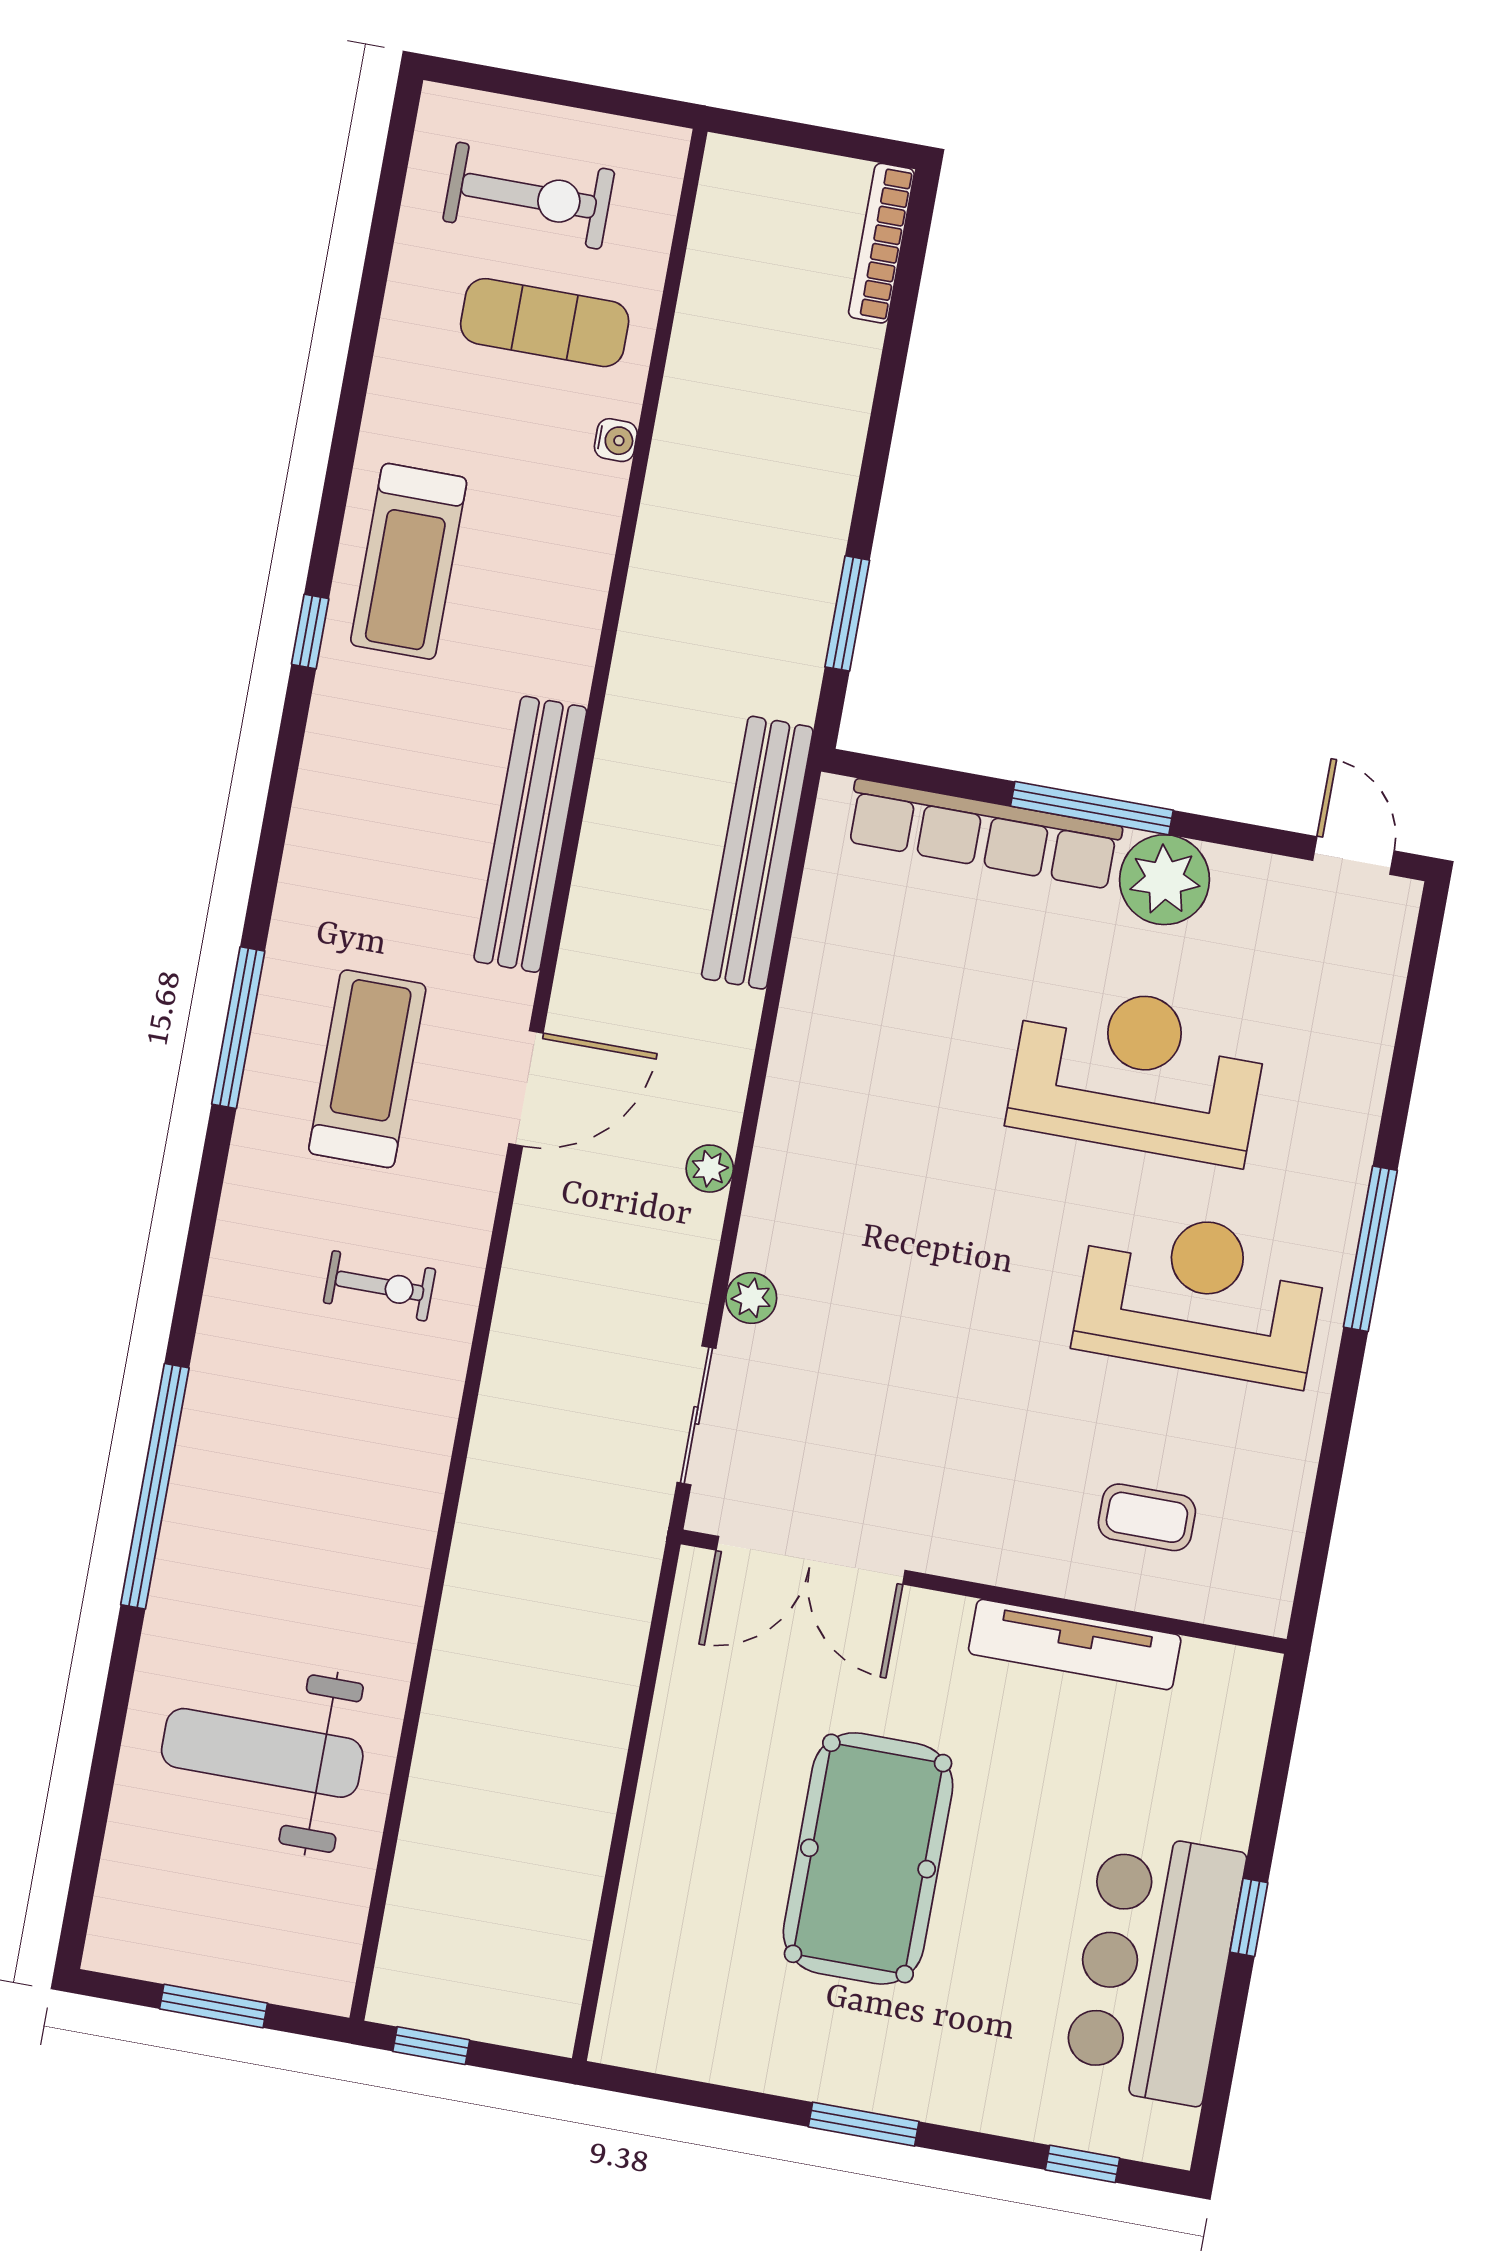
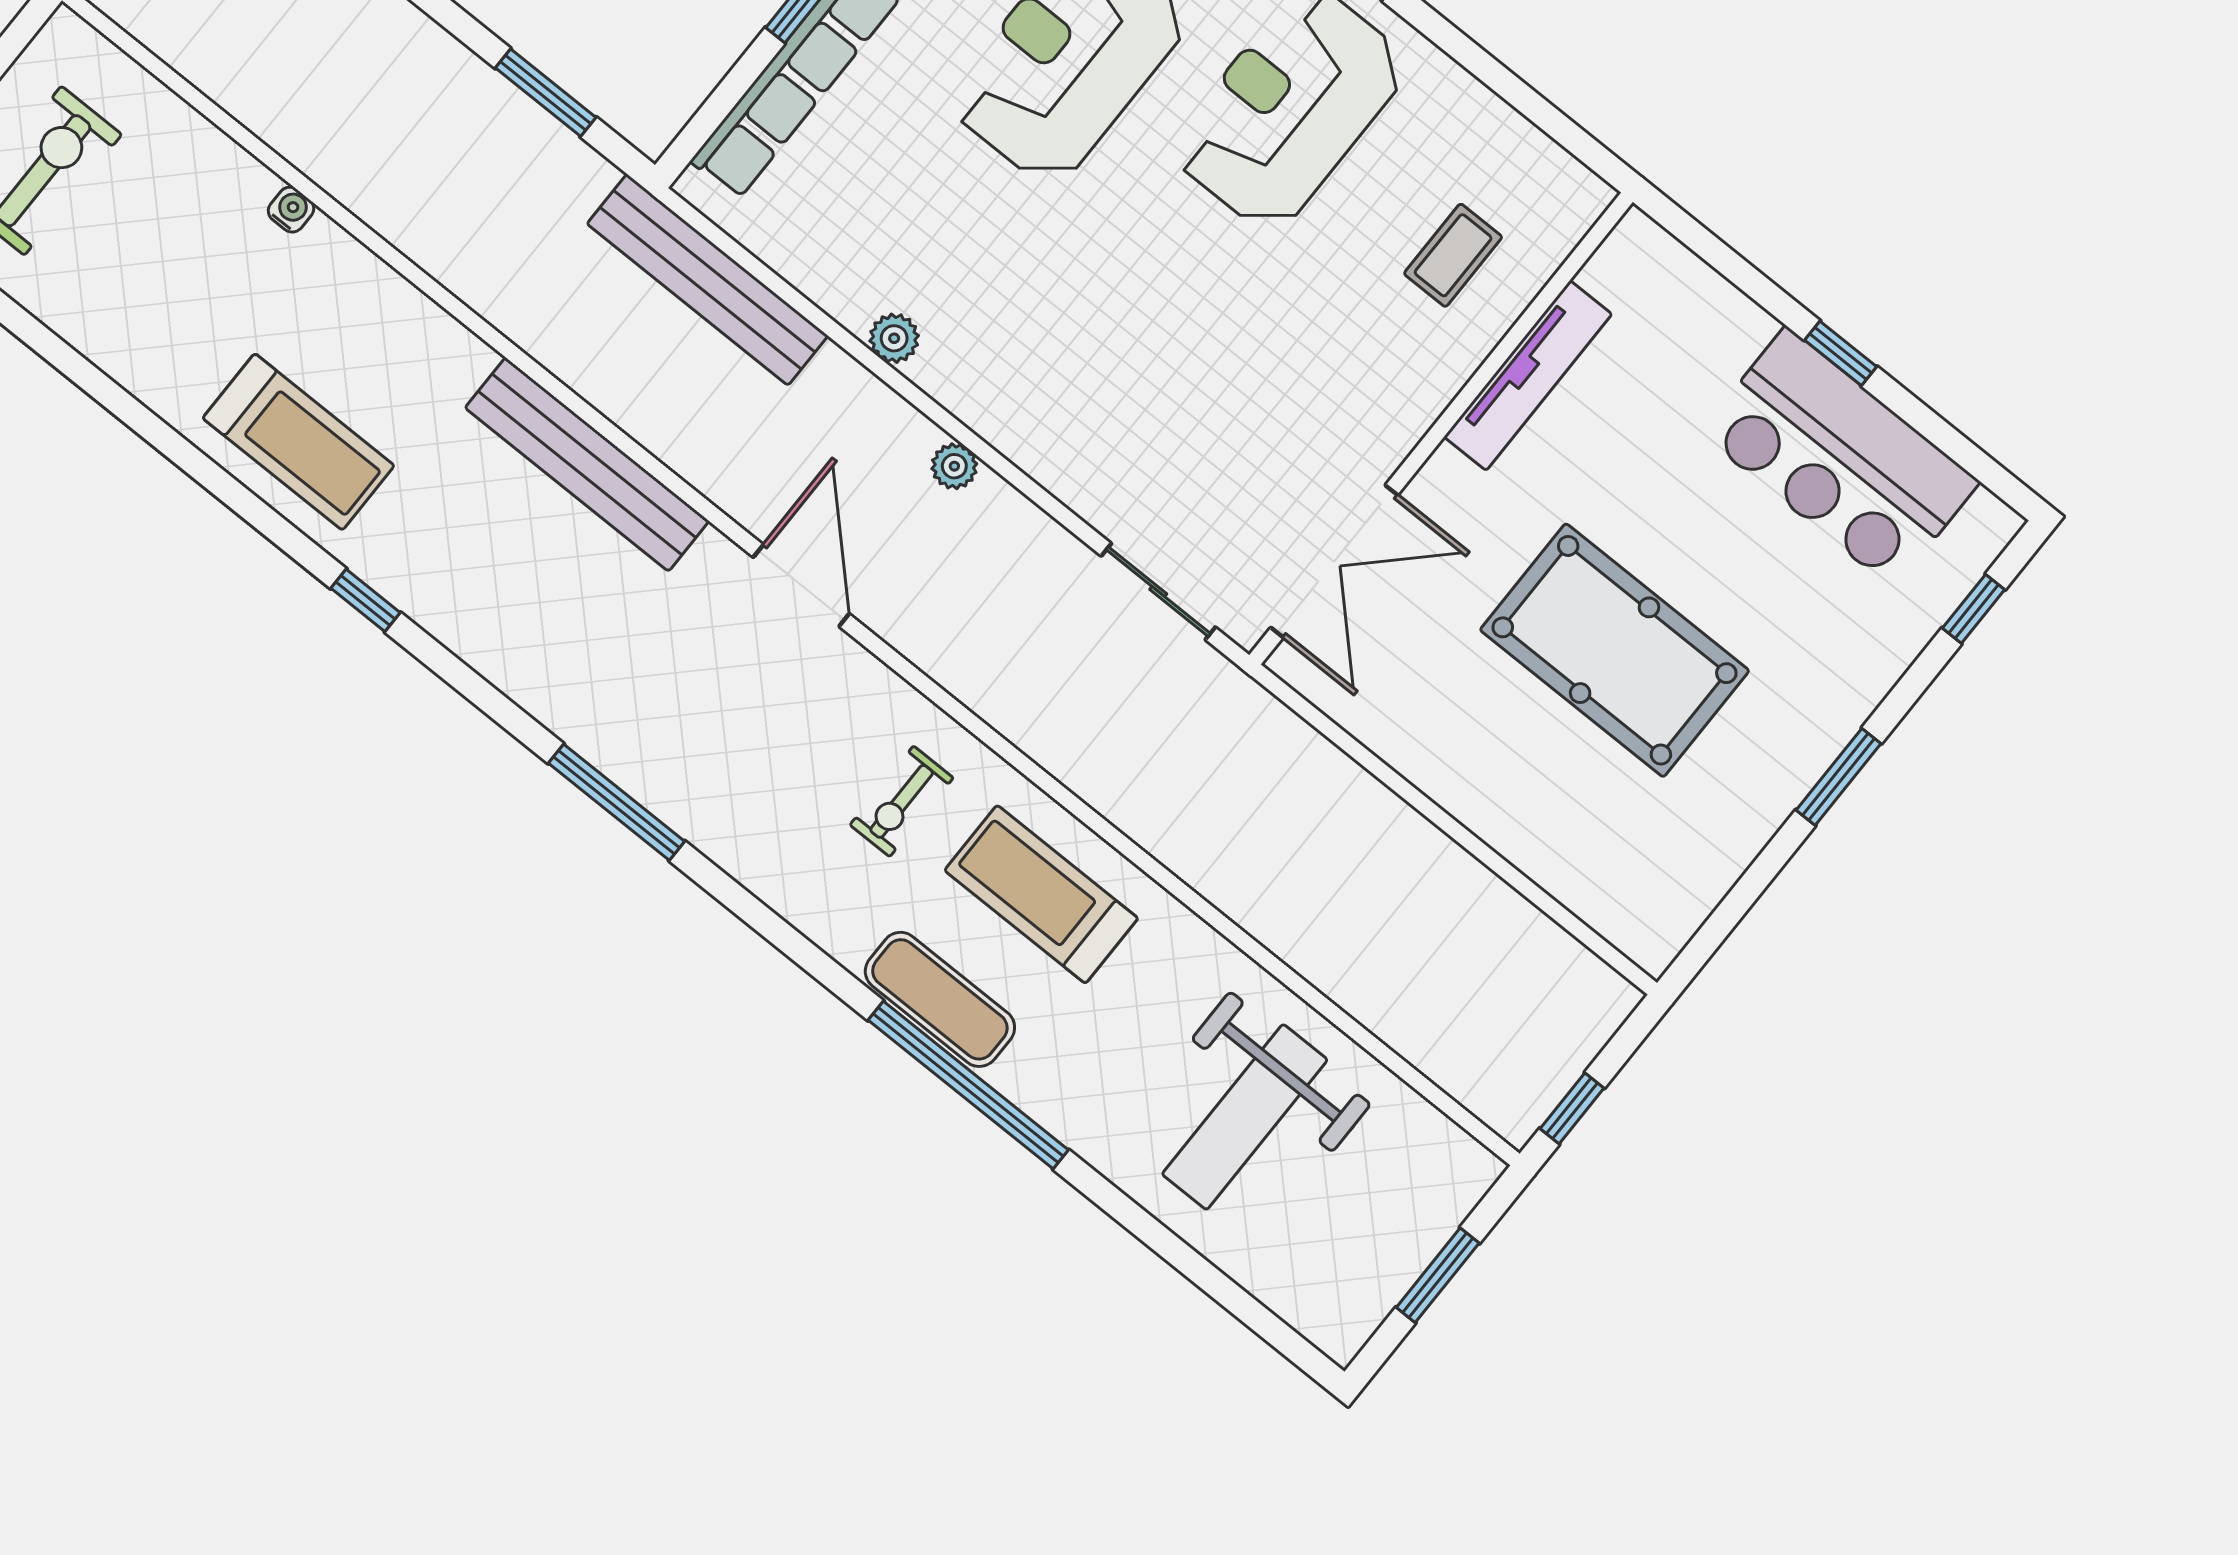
exercise mat: (545, 323) -> (940, 999), moved, turned 90
window: (310, 631) -> (366, 600), moved
treadmill: (367, 1069) -> (1041, 894), moved
exercise bike: (380, 1286) -> (902, 801), turned 180
plant: (751, 1298) -> (894, 338), moved

